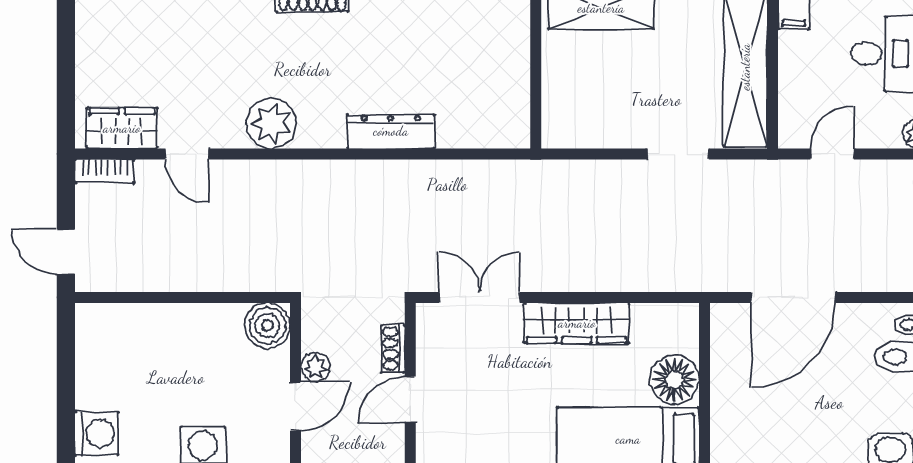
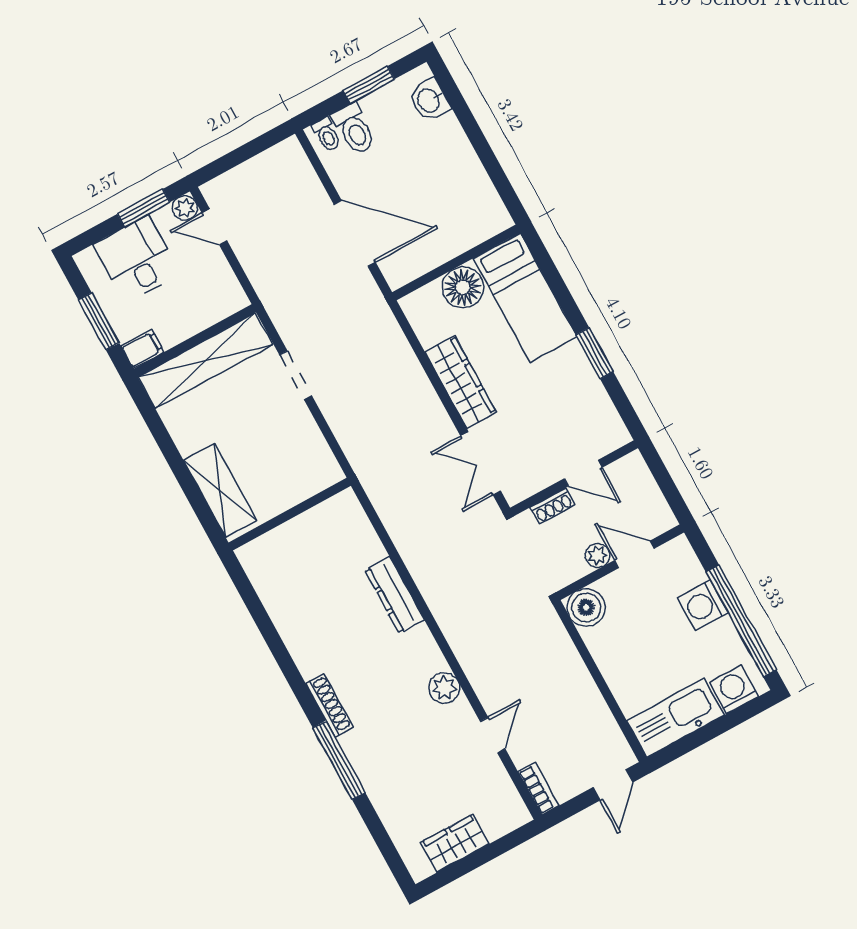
plant: (271, 123) -> (444, 688), width x0.73, depth x0.73
wardrobe: (122, 128) -> (455, 843), moved, turned 90
door: (832, 154) -> (214, 227), moved
kitchen sink: (100, 356) -> (675, 718), added

